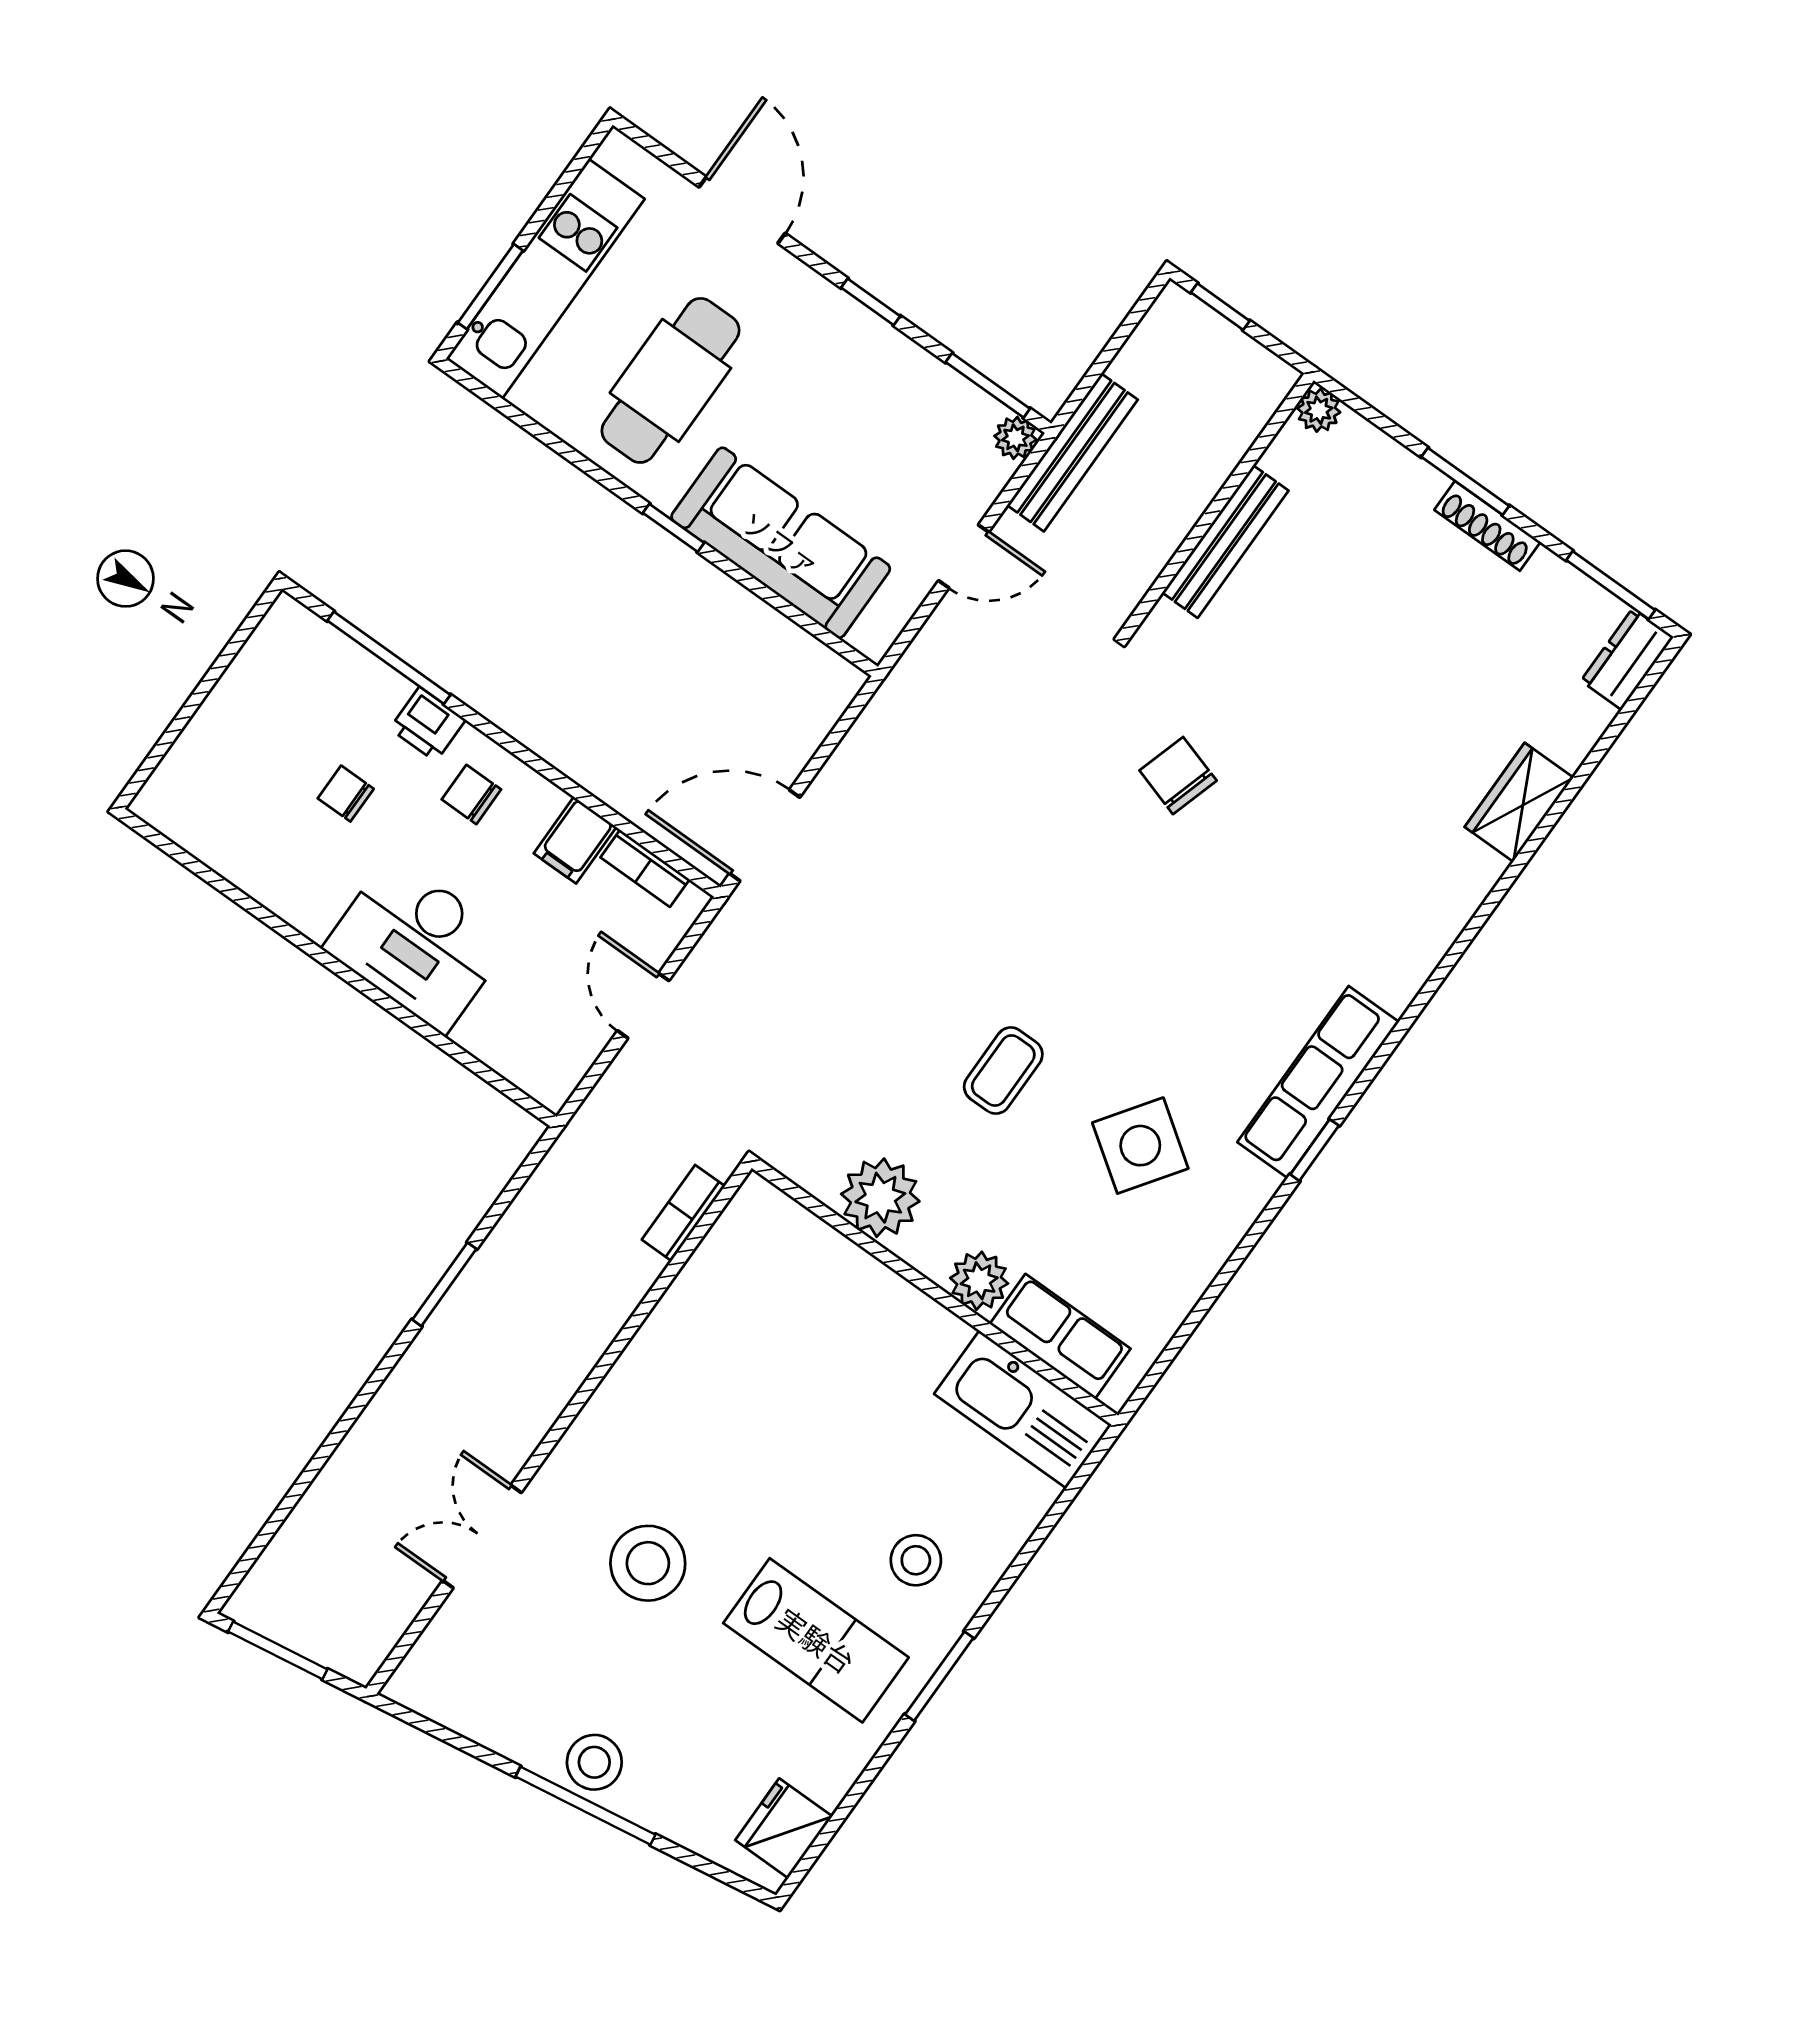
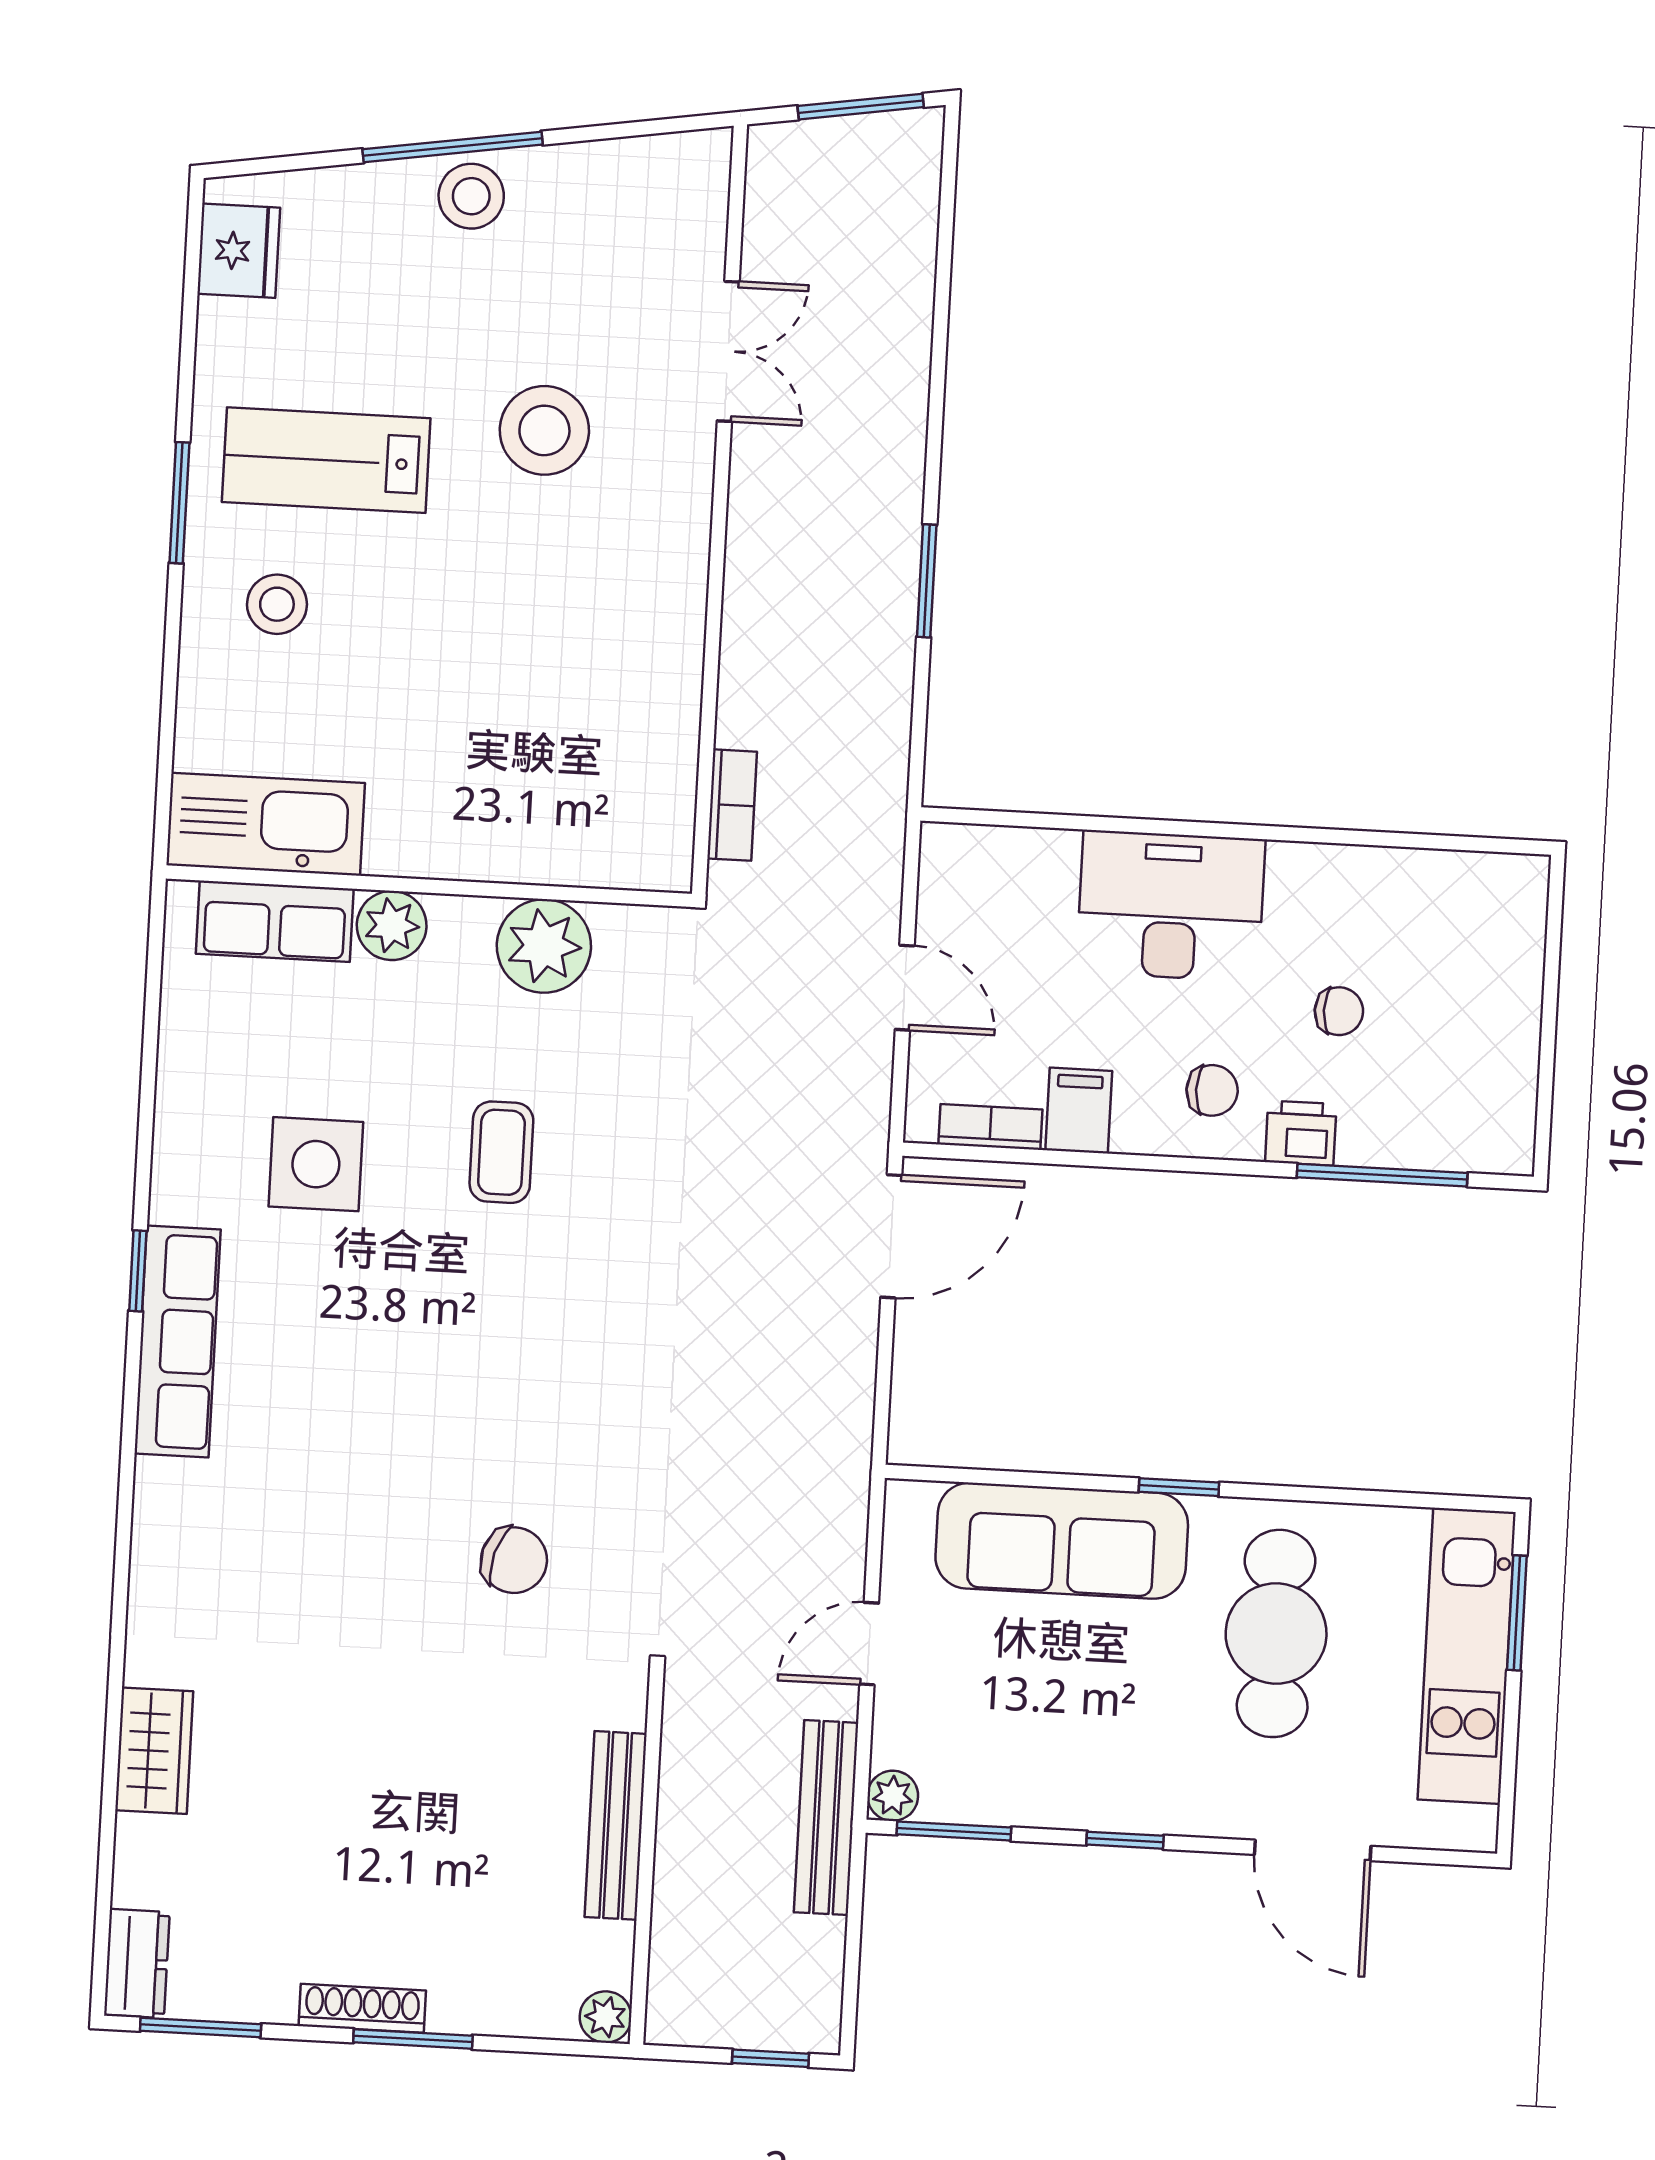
side table: (1140, 1146) -> (316, 1164), turned -35

